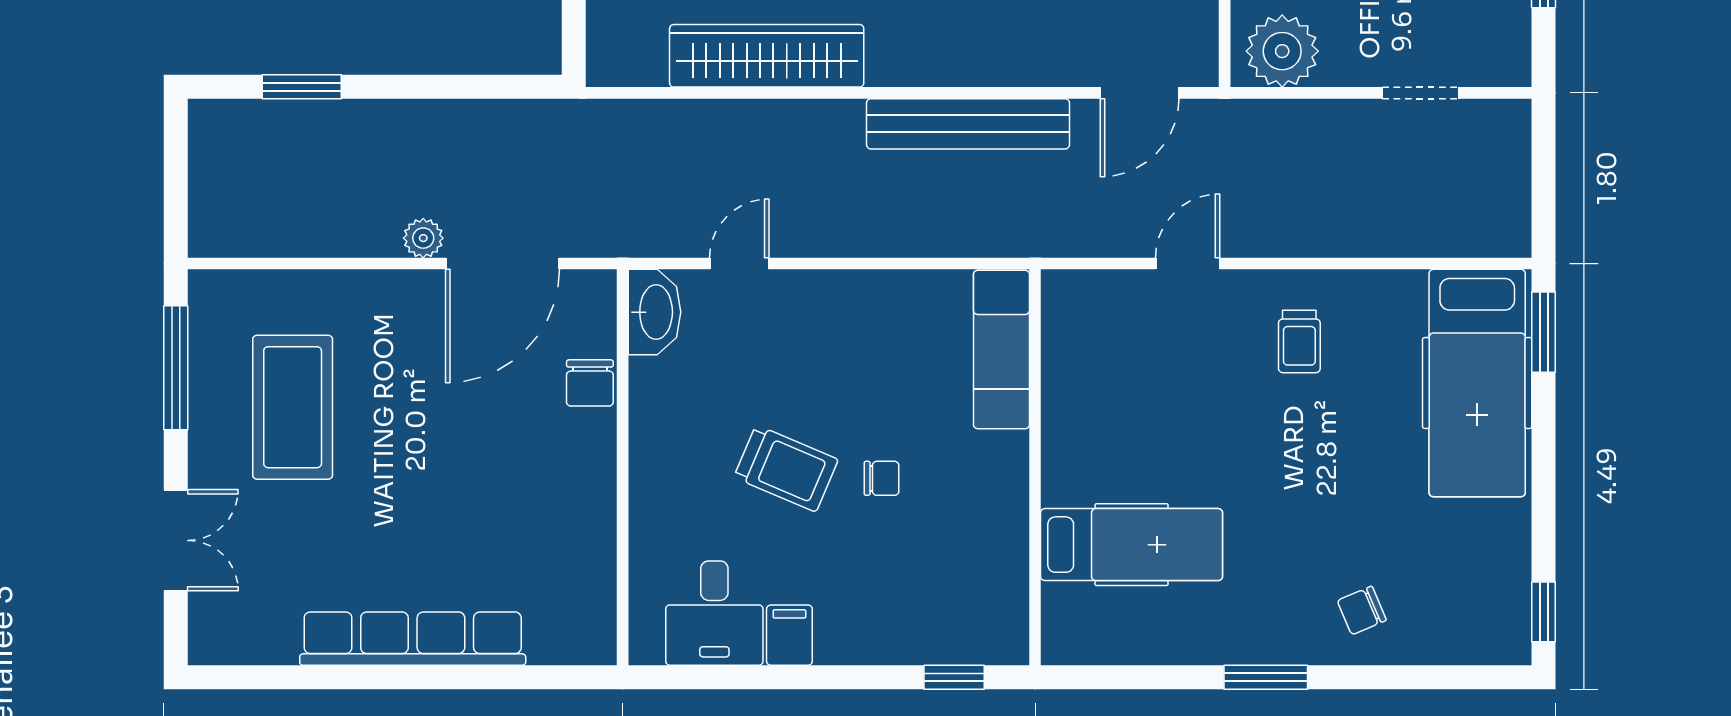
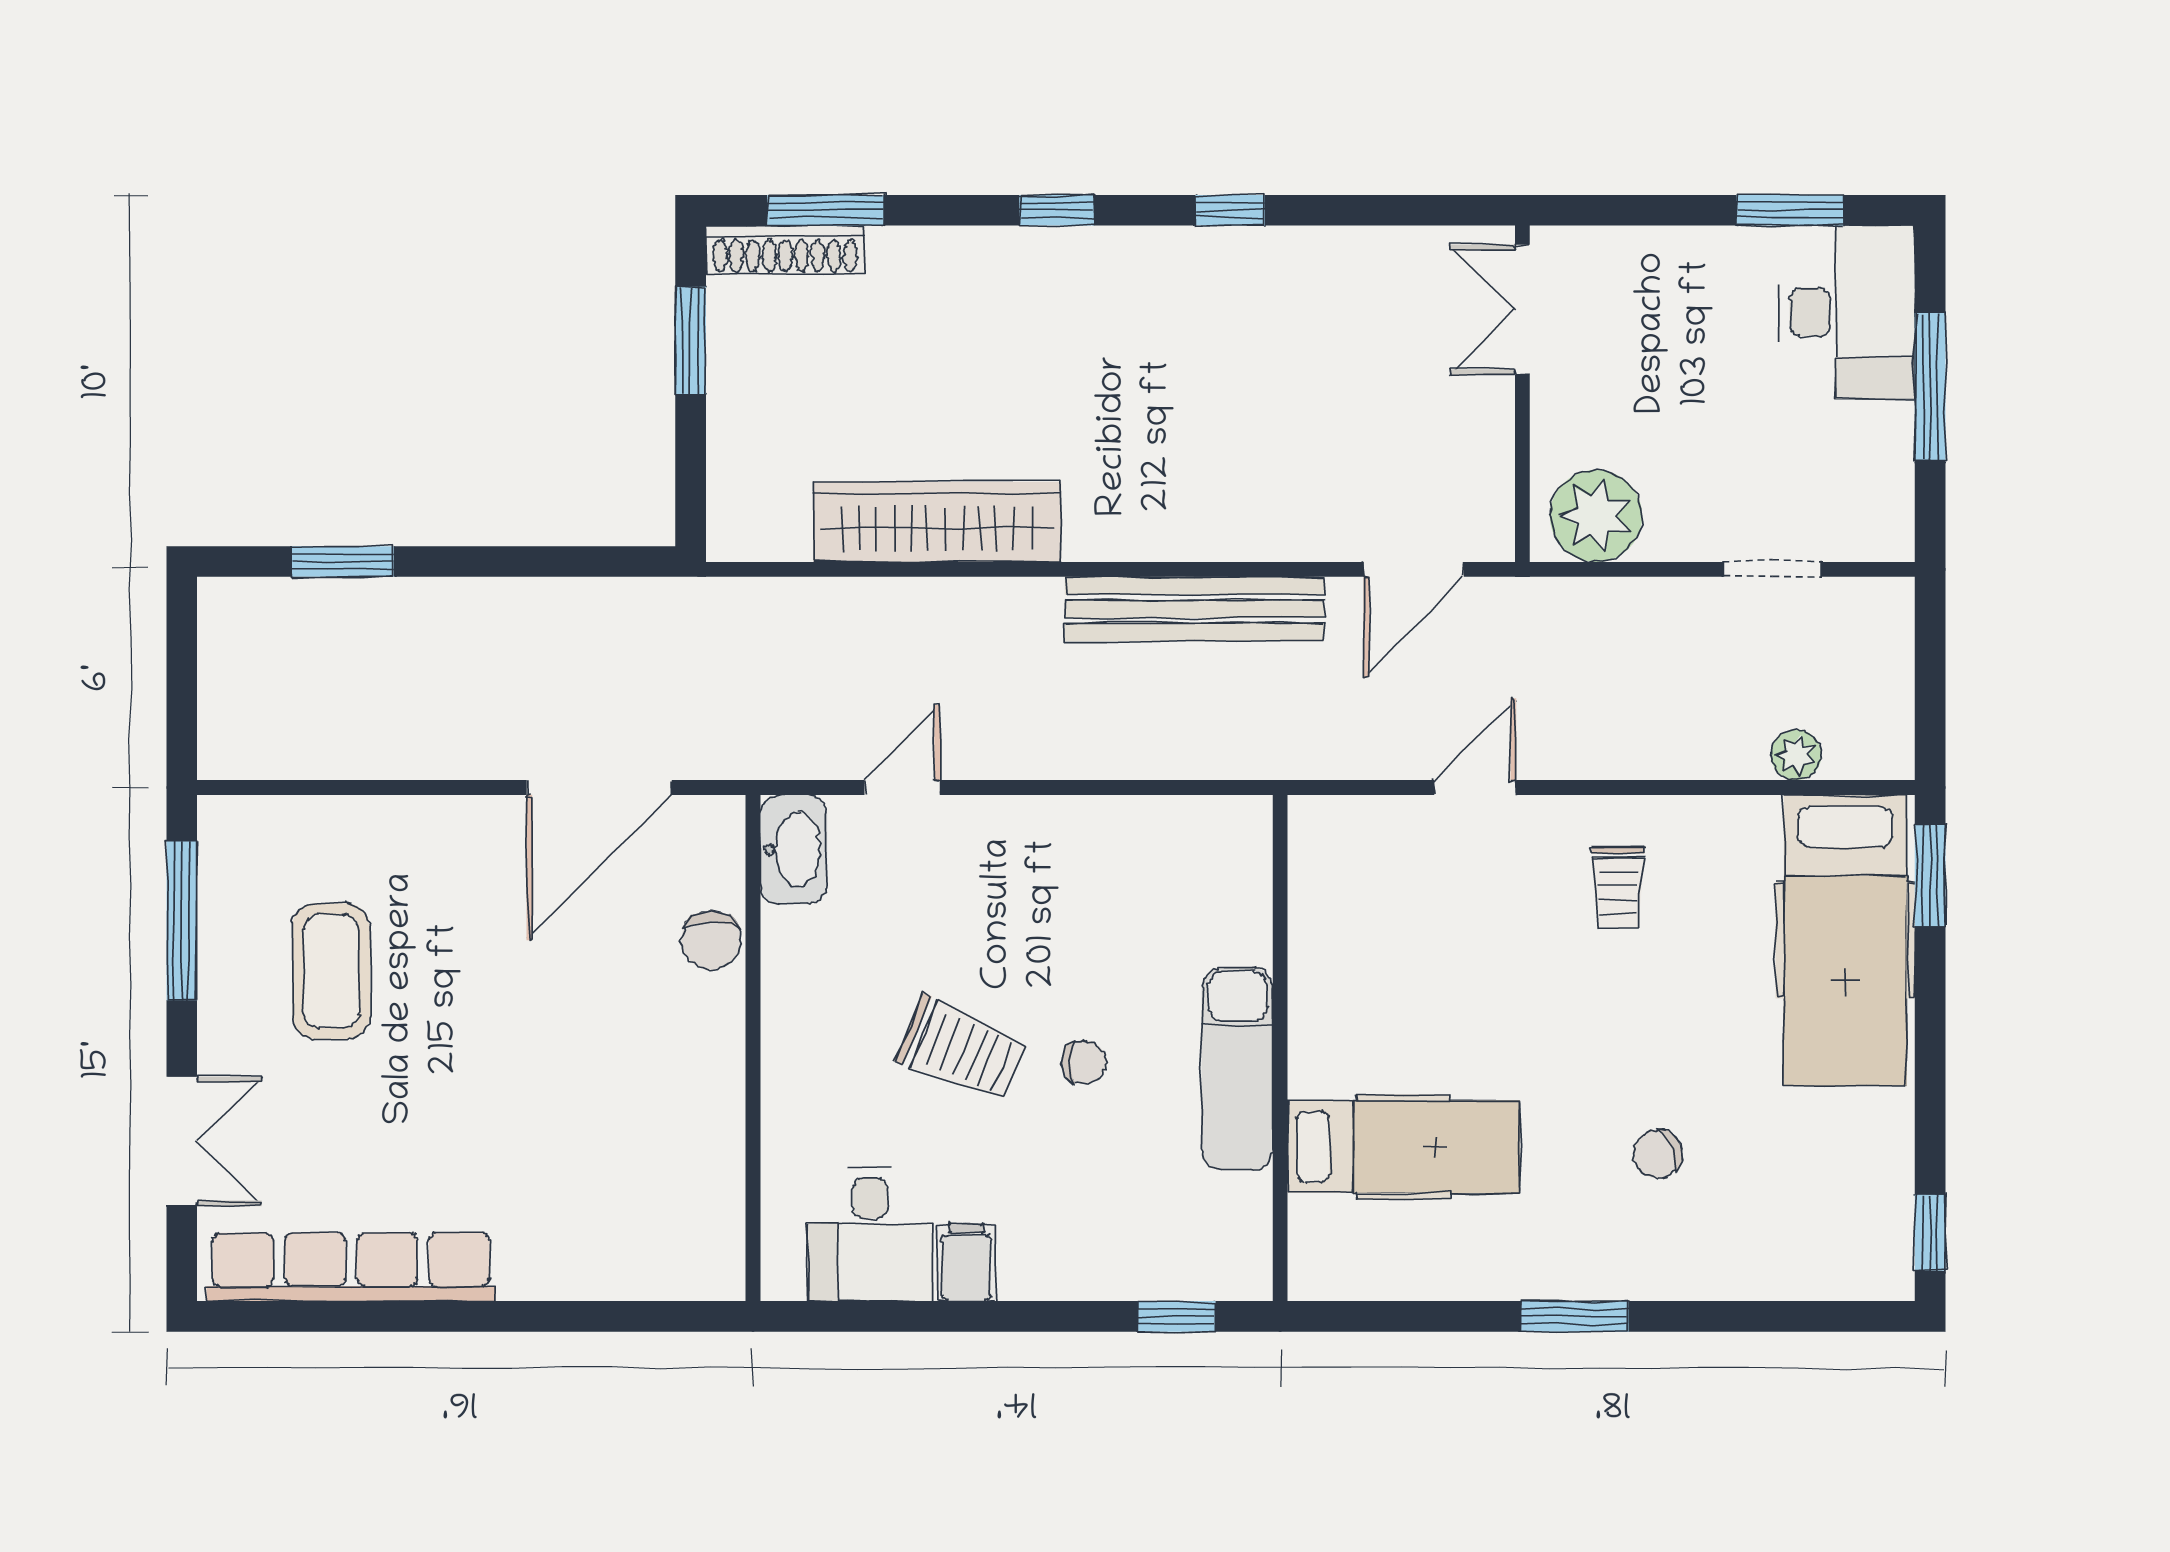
plant: (423, 238) -> (1796, 755), moved
exam couch: (1001, 350) -> (1237, 1069), moved
coffee table: (293, 407) -> (331, 971), width x0.73, depth x0.76
chair: (1362, 610) -> (1657, 1154), moved
row of seats: (413, 639) -> (351, 1267), moved

